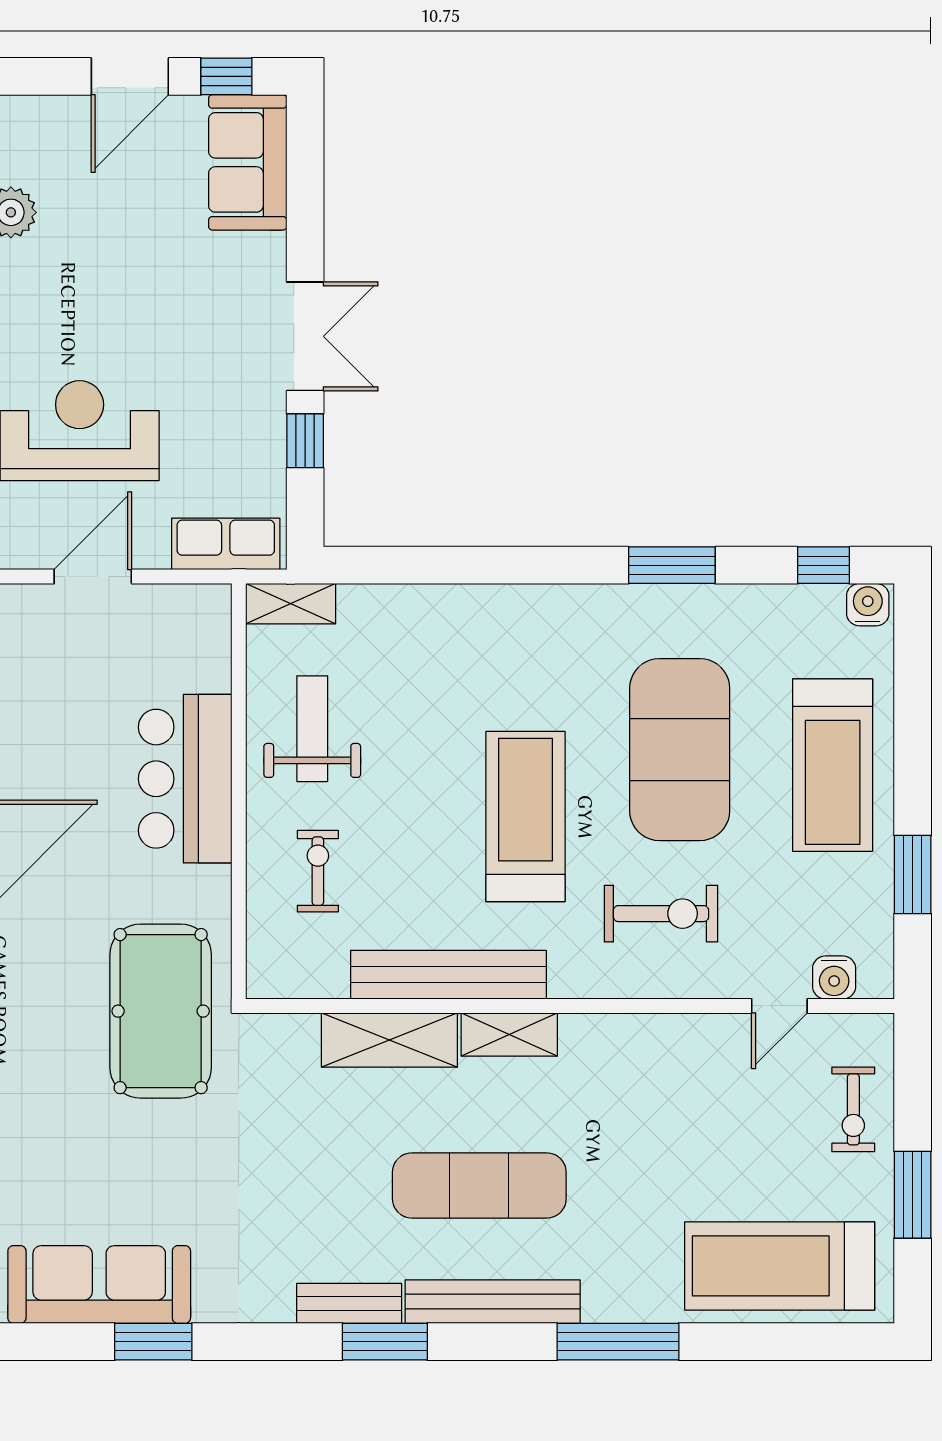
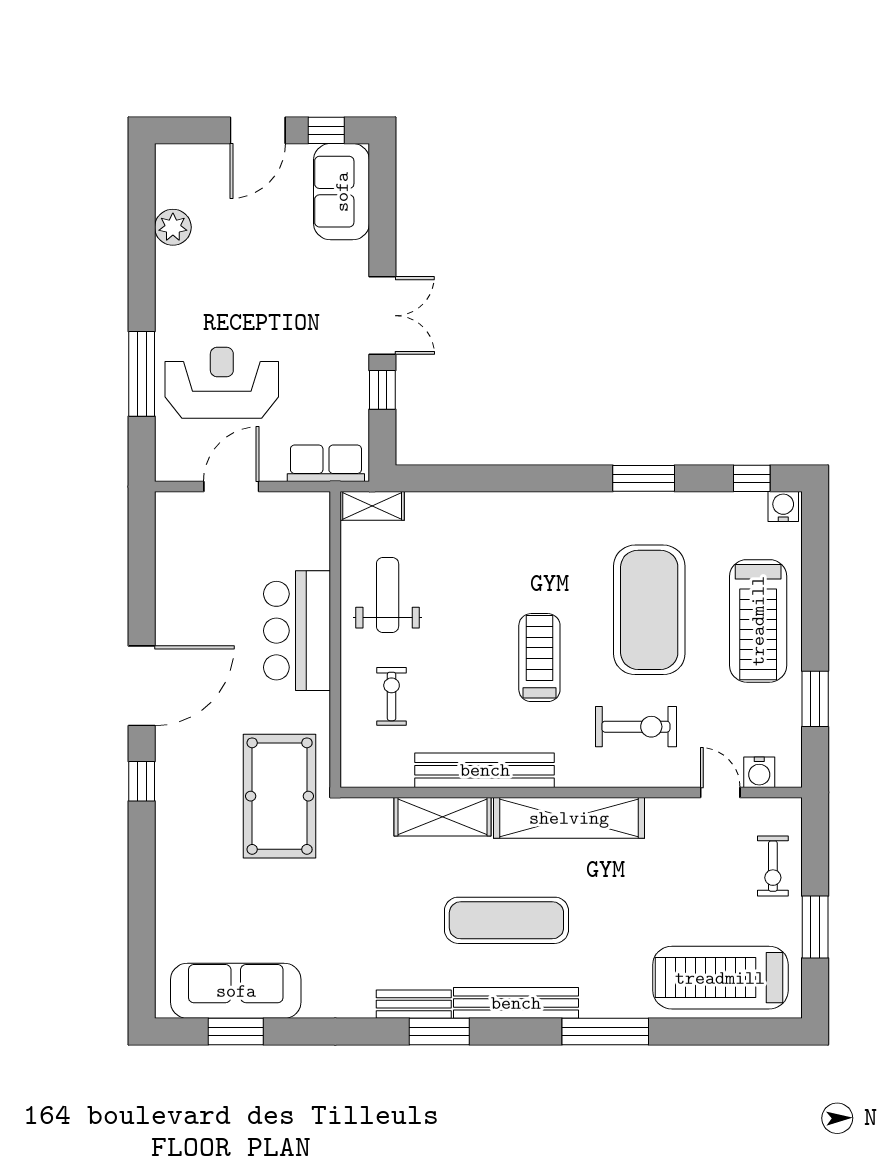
treadmill: (526, 817) -> (539, 658), width x0.73, depth x0.73
door: (779, 1006) -> (720, 792), swing flipped
shelving: (509, 1034) -> (569, 818), width x2.20, depth x1.33
window: (153, 1342) -> (236, 1032), moved

